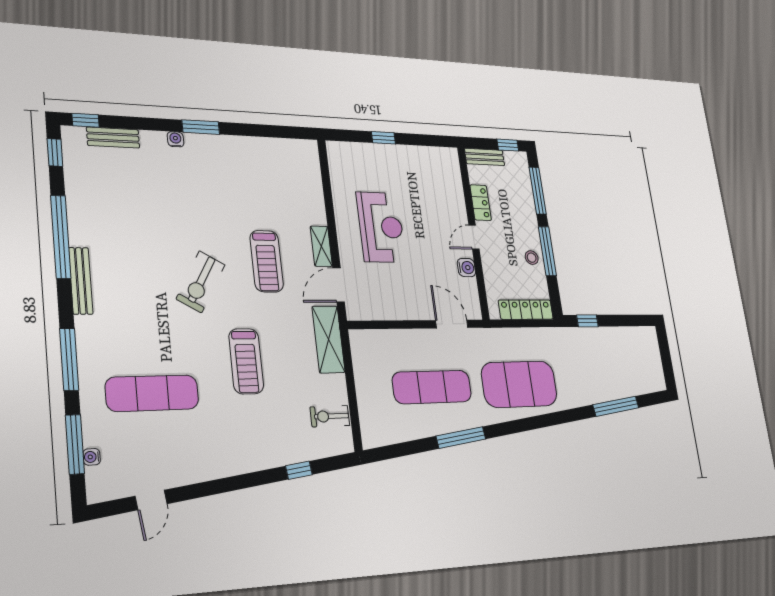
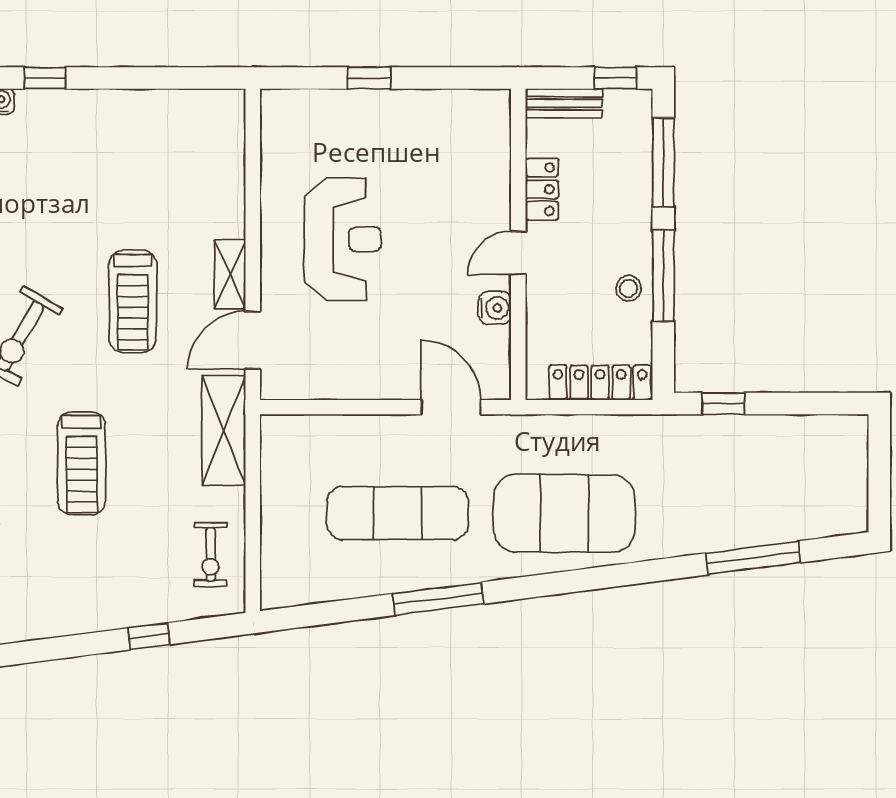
window: (201, 127) -> (45, 78), width x0.67
exercise bike: (330, 416) -> (211, 555), turned -90

